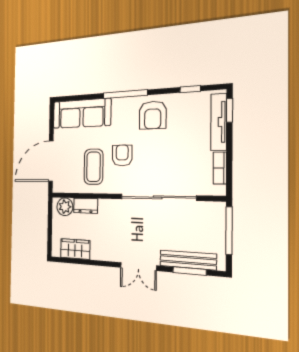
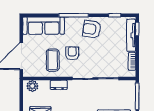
armchair: (153, 115) -> (92, 29), turned 98
dresser: (86, 206) -> (59, 85), moved

